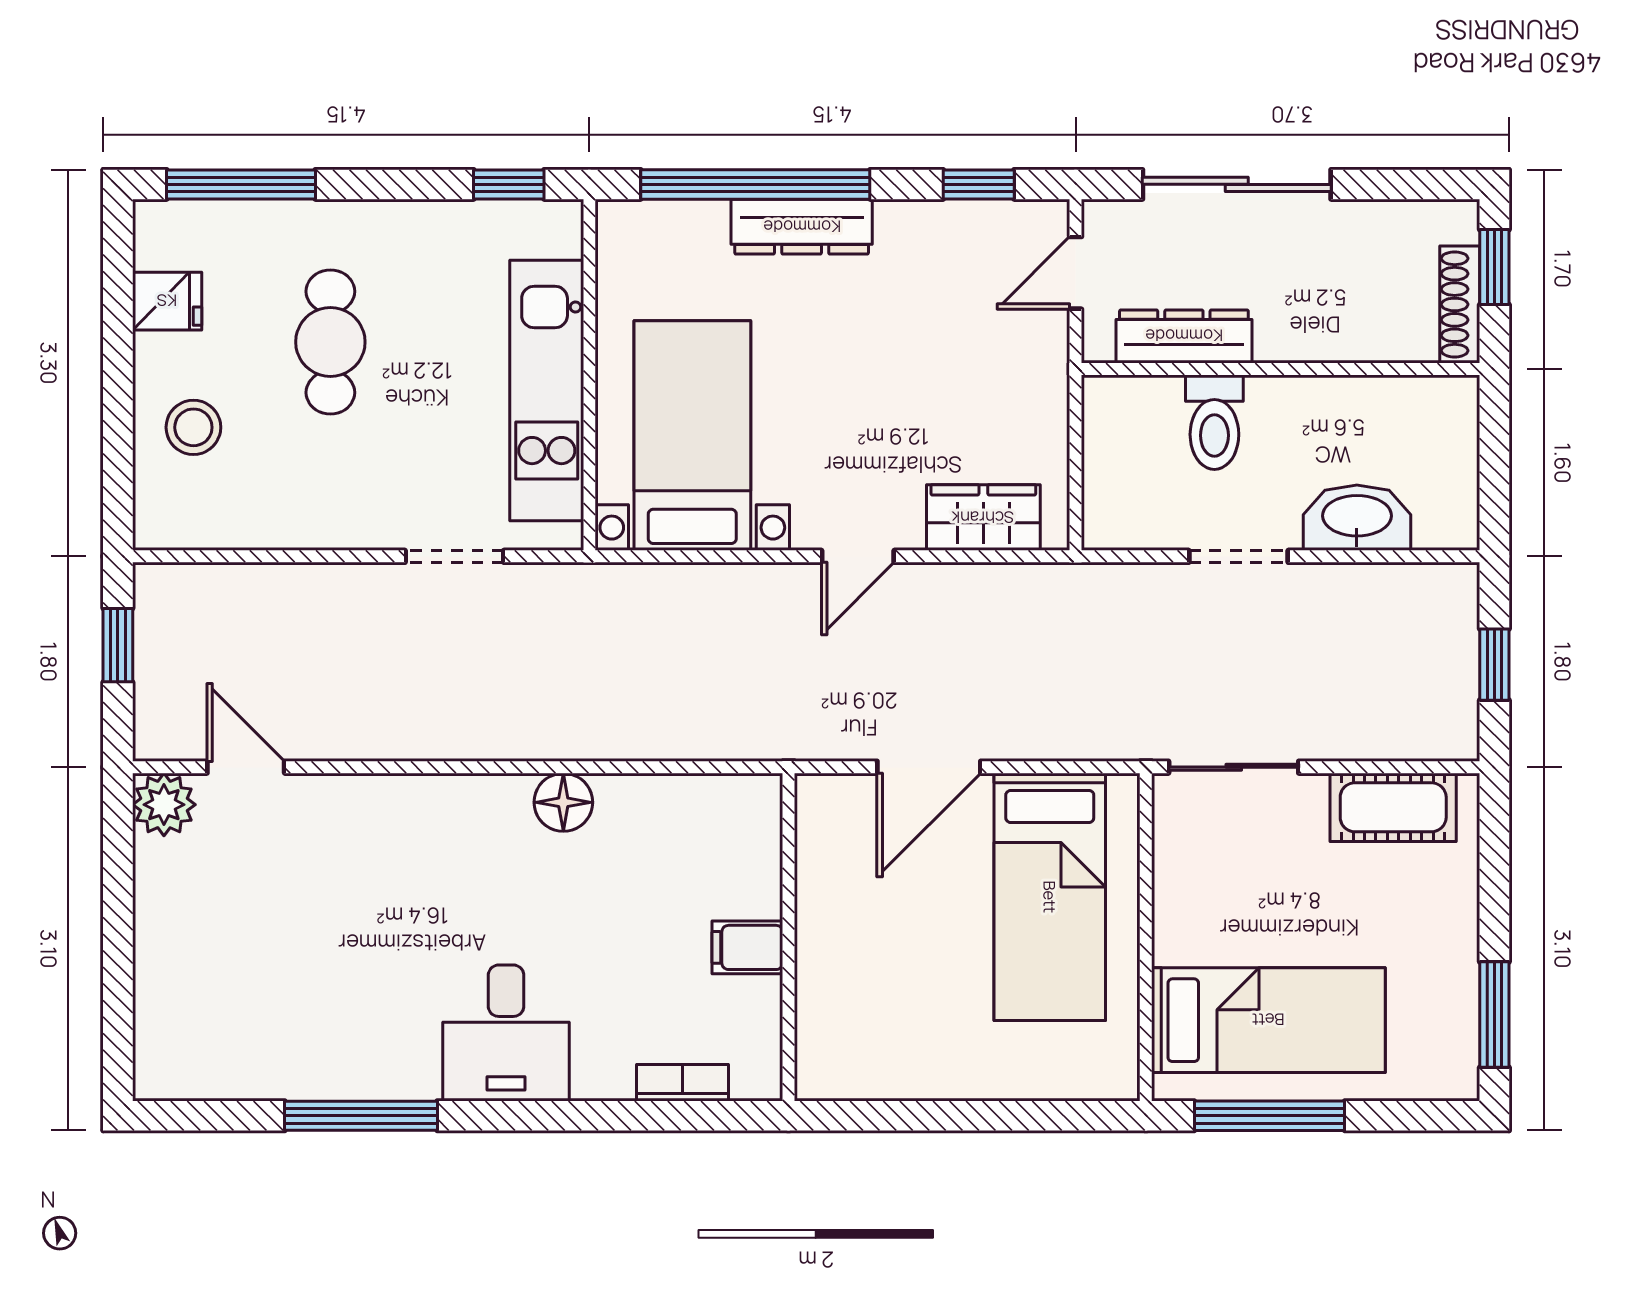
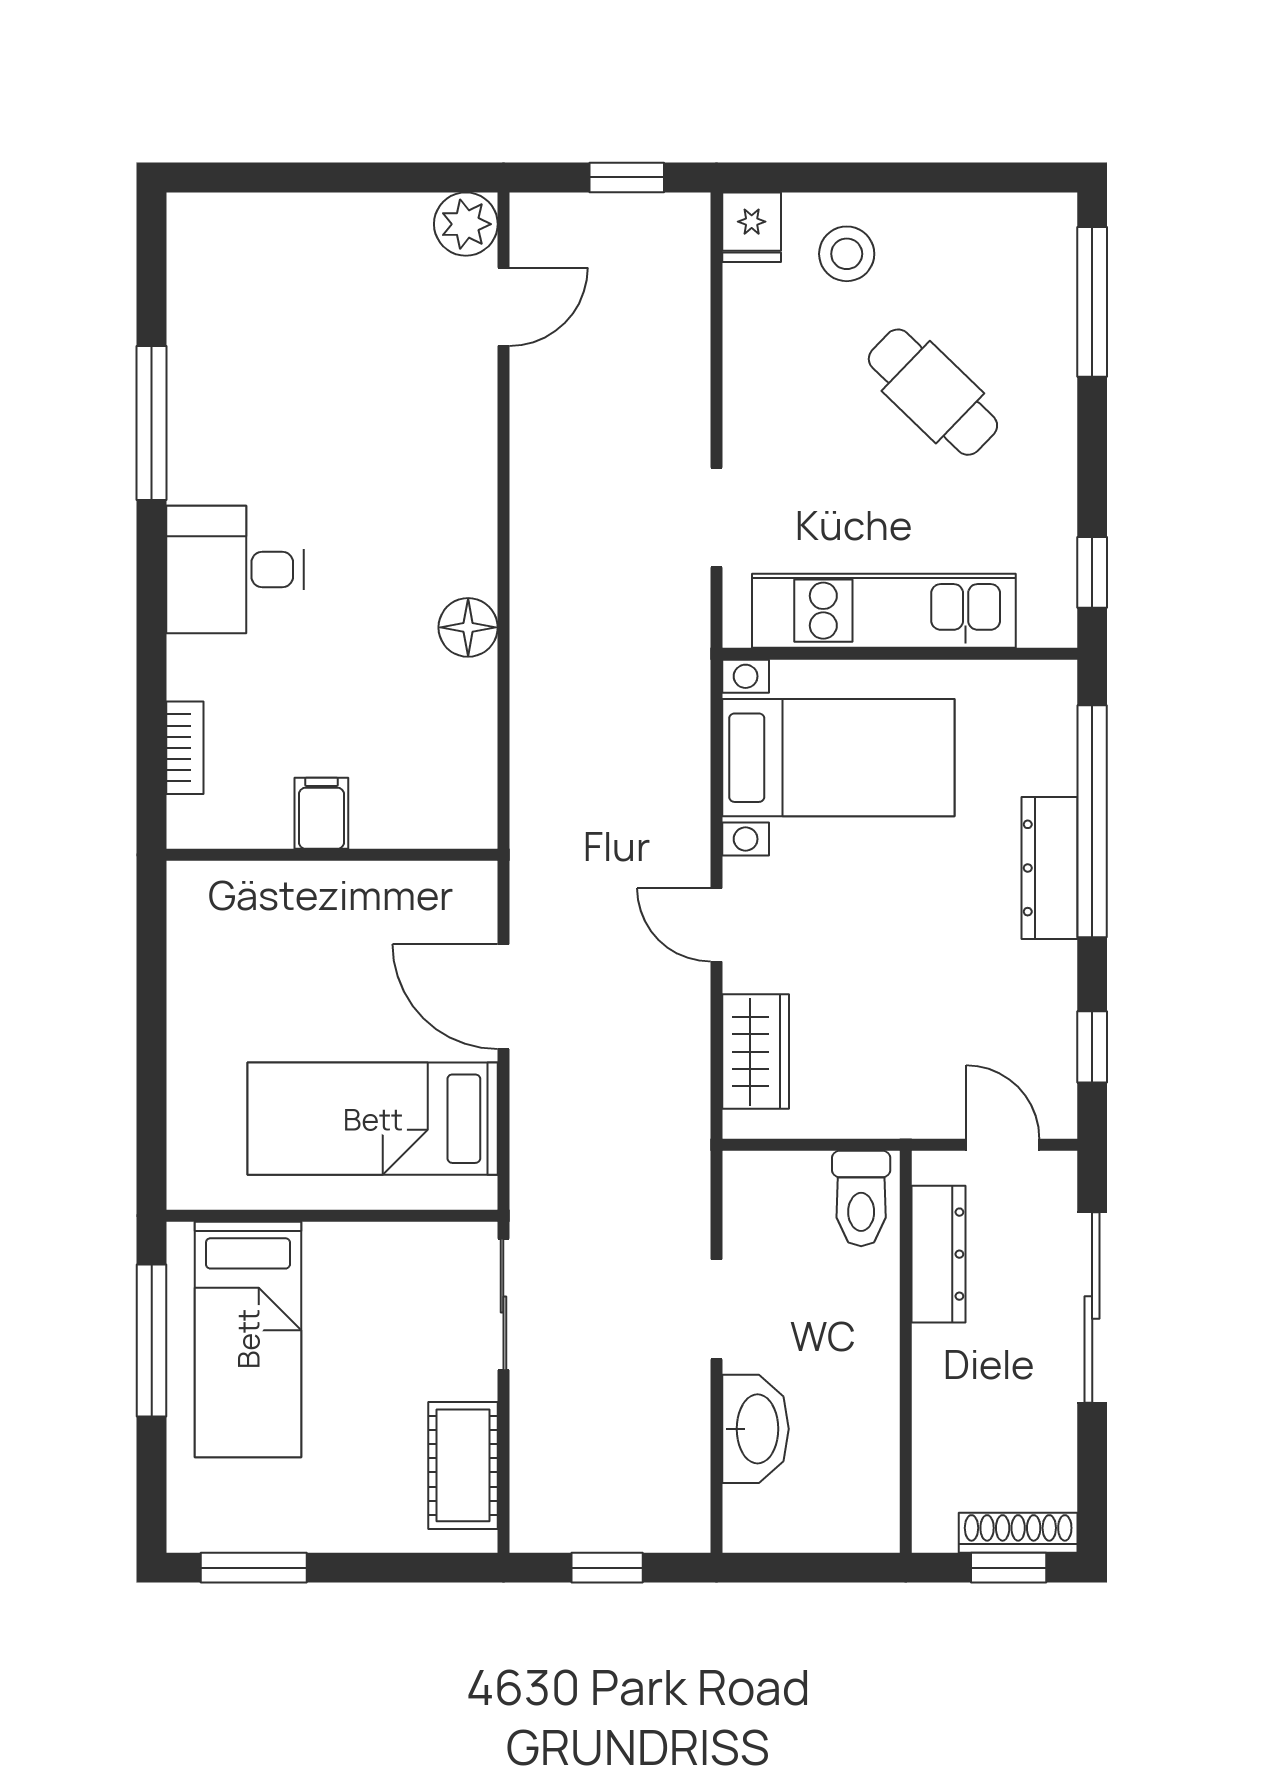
fridge: (167, 301) -> (752, 227), moved
shoe rack: (1460, 304) -> (1018, 1533), moved
cafe table: (330, 342) -> (933, 392), turned 44
toilet: (1214, 422) -> (861, 1198), moved, turned -90

